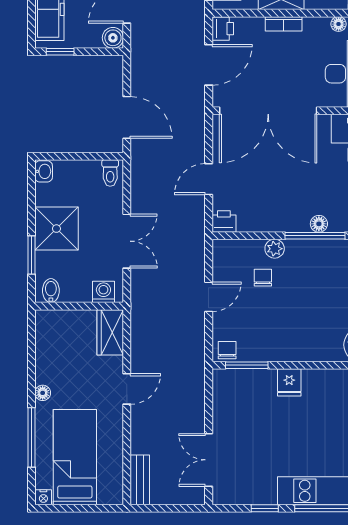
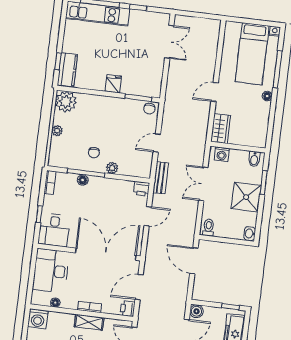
chair: (263, 278) -> (94, 153), moved
bench: (140, 480) -> (161, 178), moved

